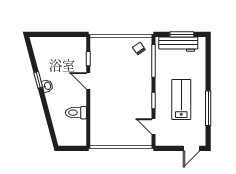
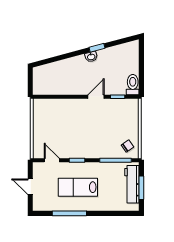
lab bench: (181, 100) -> (78, 187), turned 180
toilet: (76, 113) -> (133, 85), moved
door: (154, 126) -> (52, 160), hinge flipped
door: (191, 148) -> (30, 187), moved

